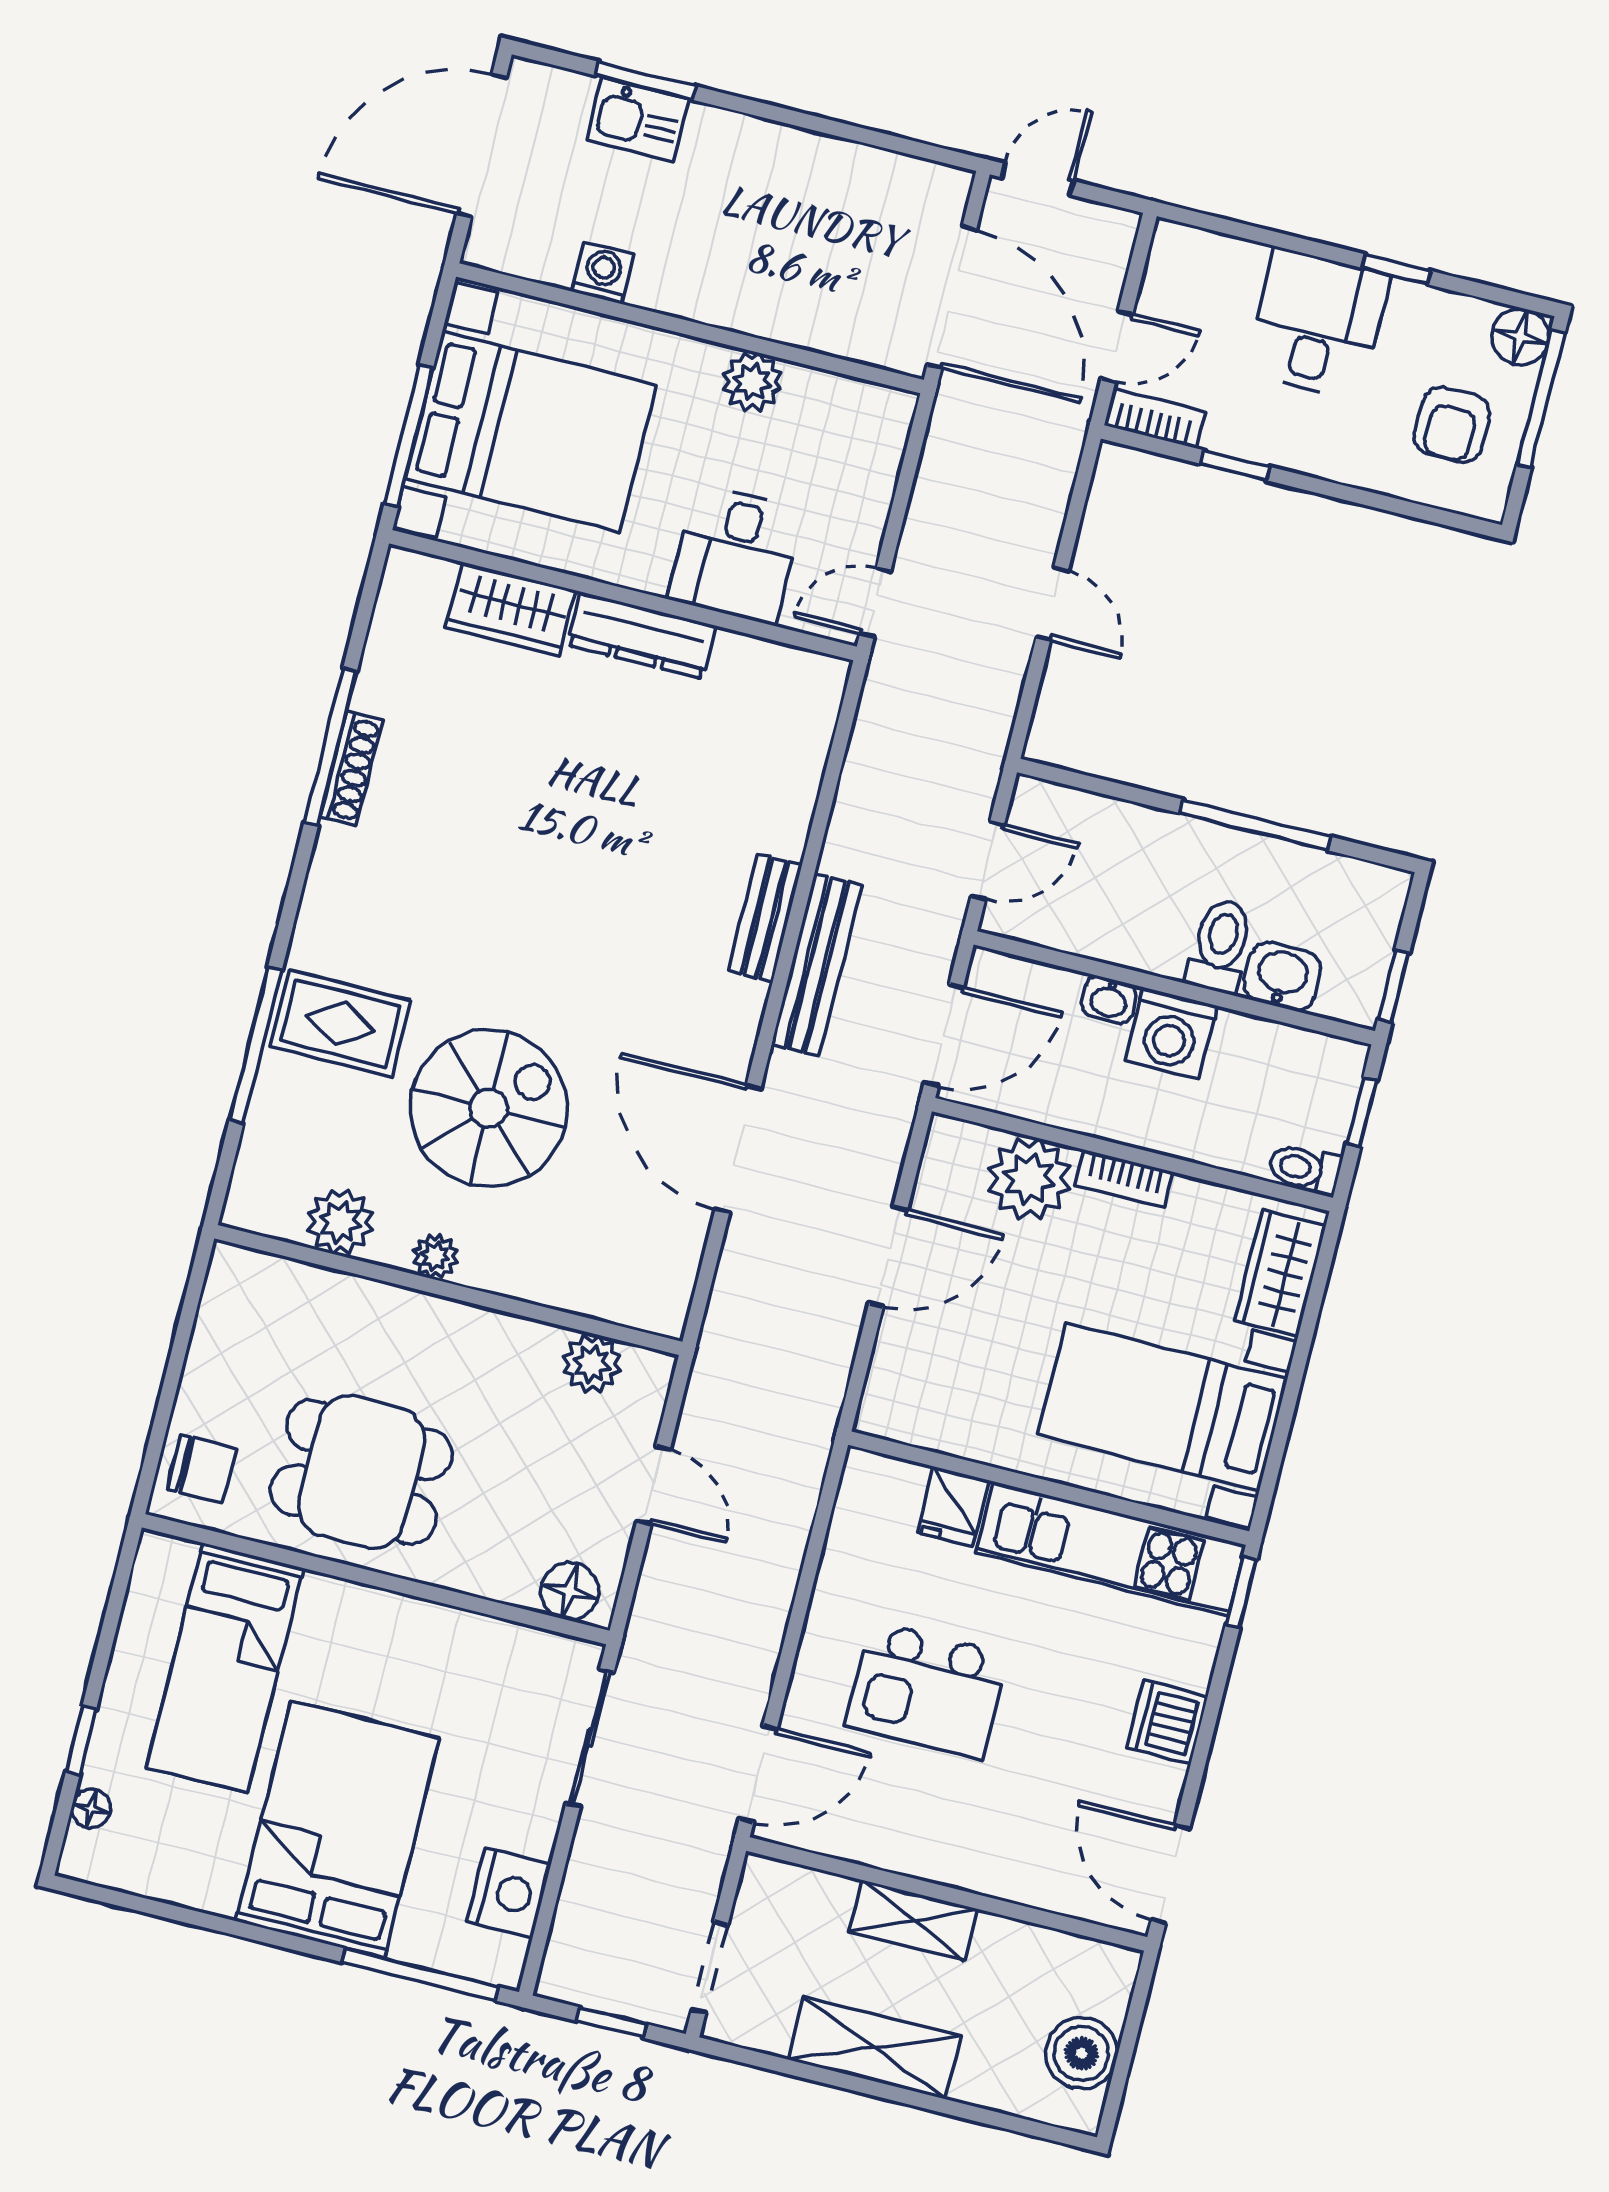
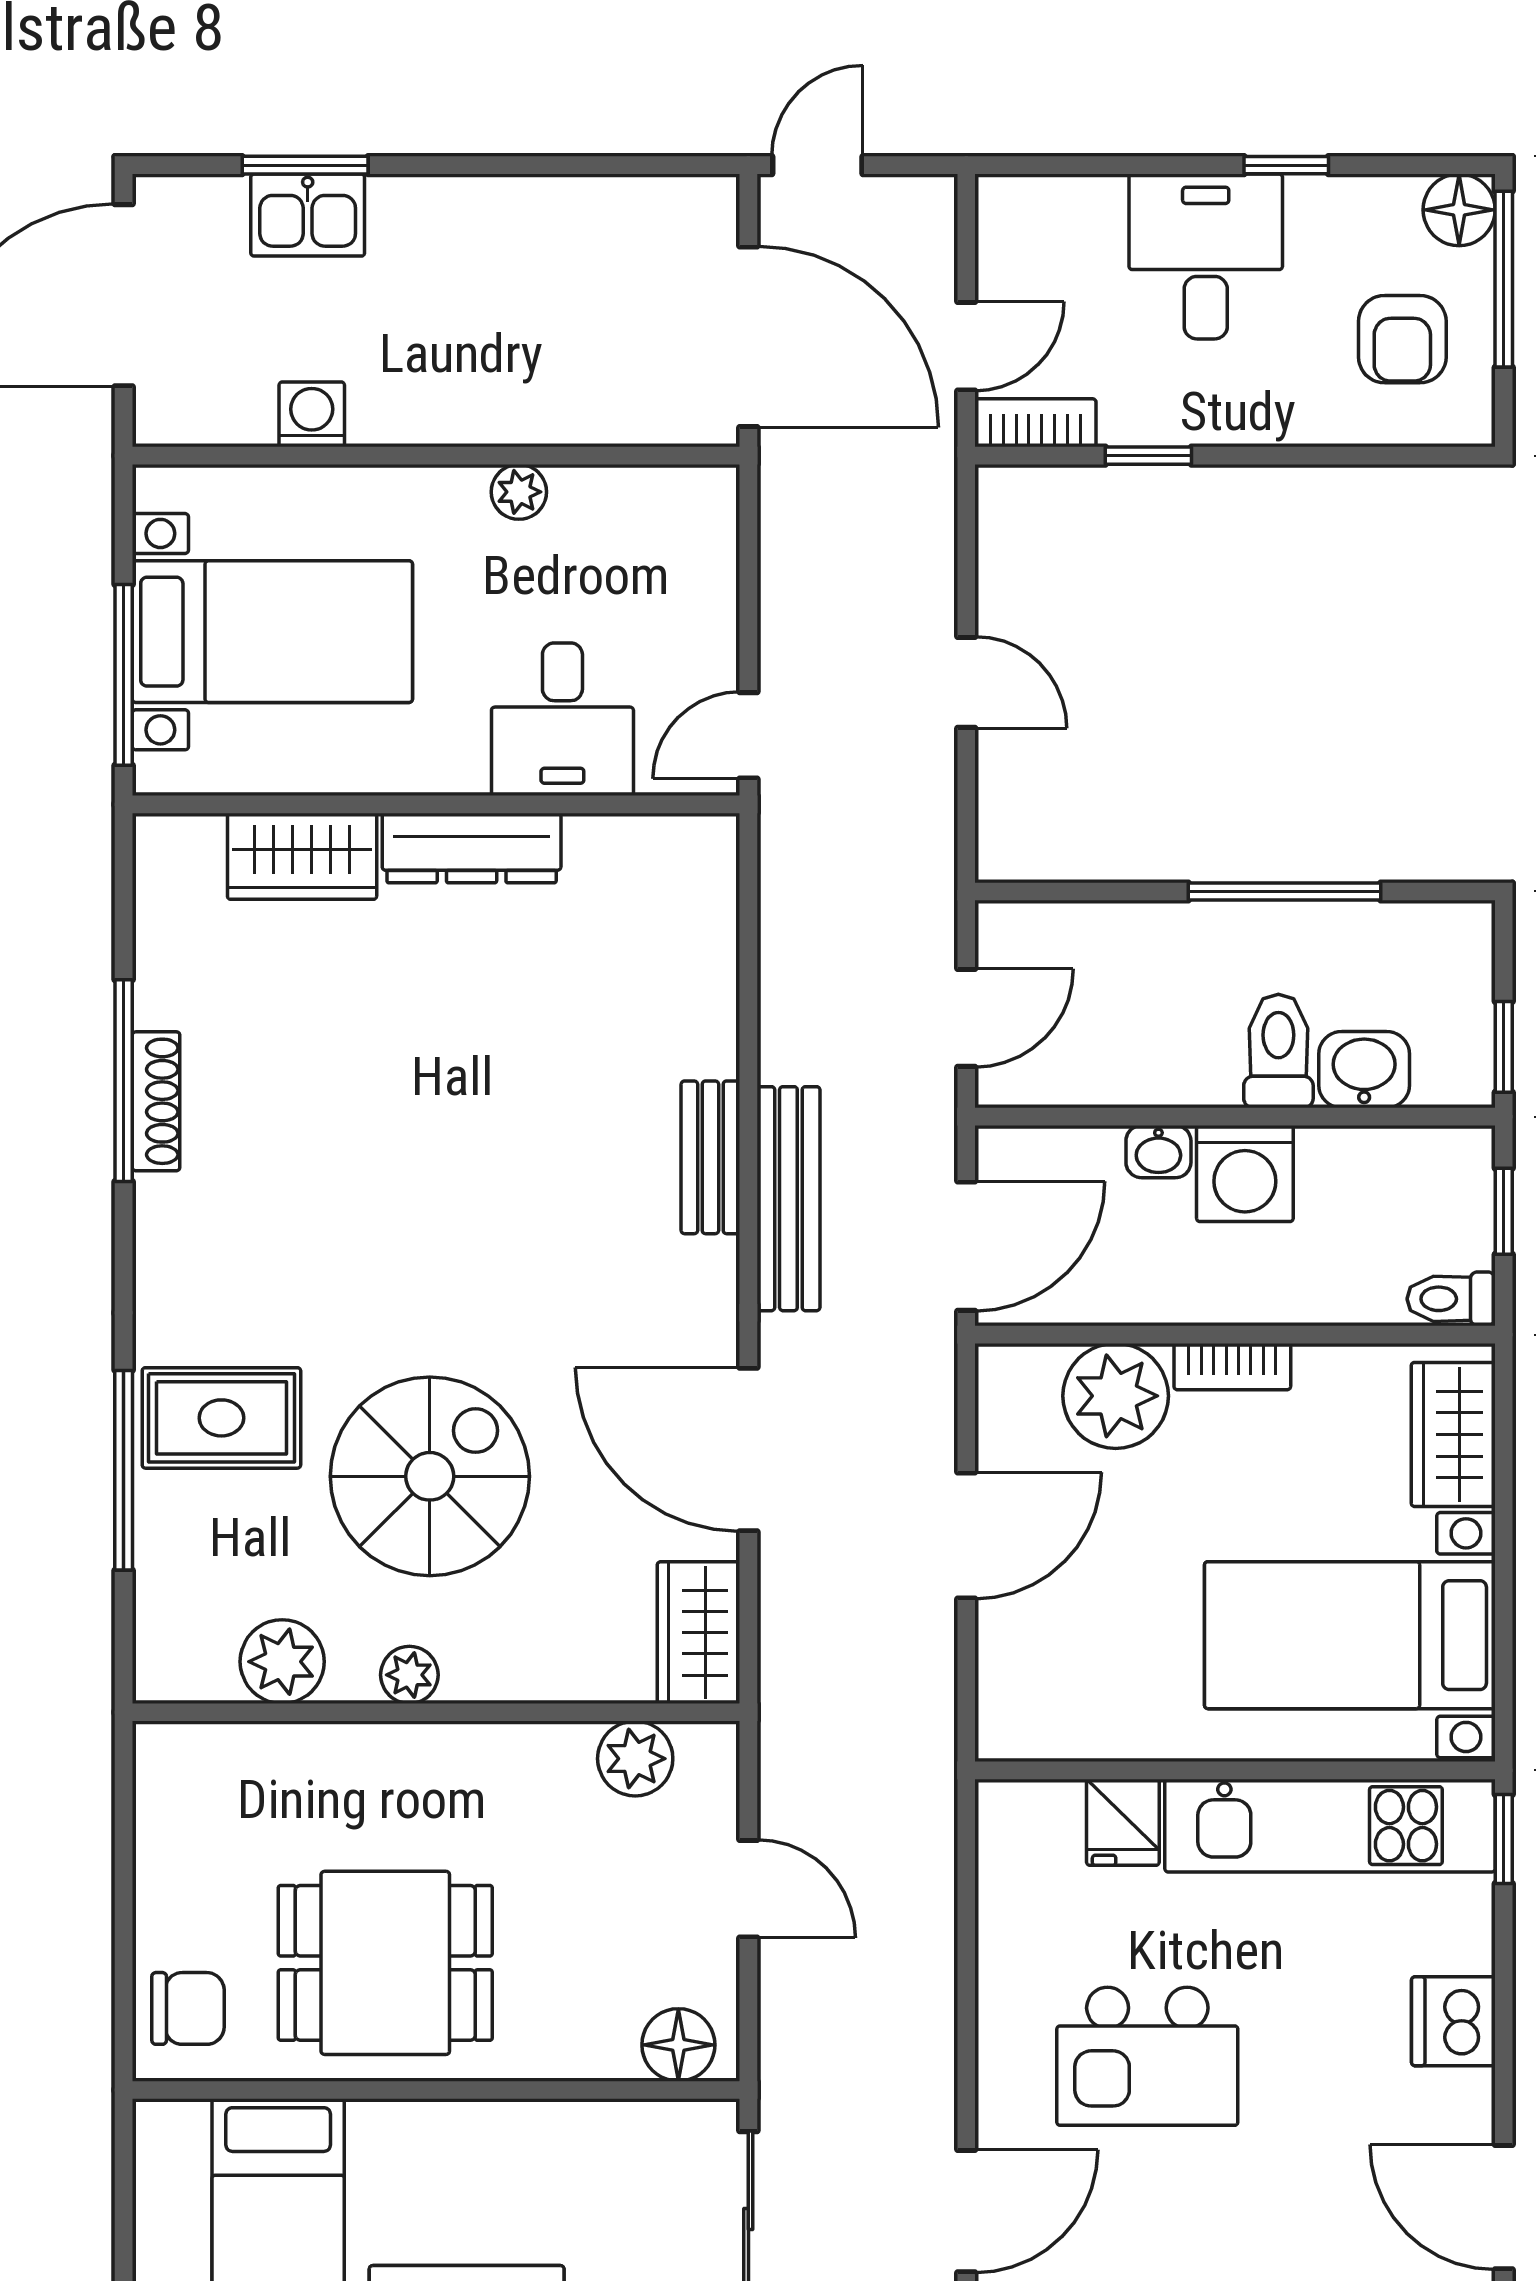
plant: (752, 382) -> (519, 492), width x0.73, depth x0.73
bed with nightstands: (531, 432) -> (272, 632), width x0.73
wardrobe: (665, 1280) -> (698, 1633), added

